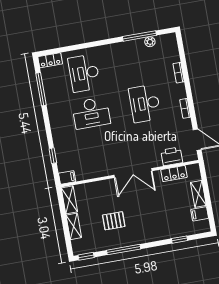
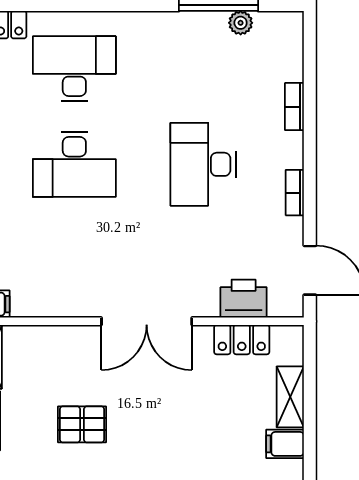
desk: (84, 73) -> (74, 69), turned 90

